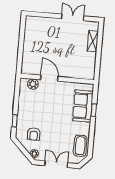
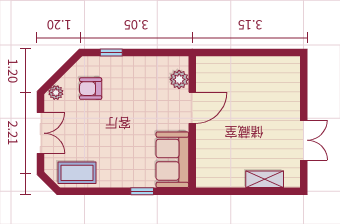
sofa: (83, 106) -> (172, 160), moved, turned -90

